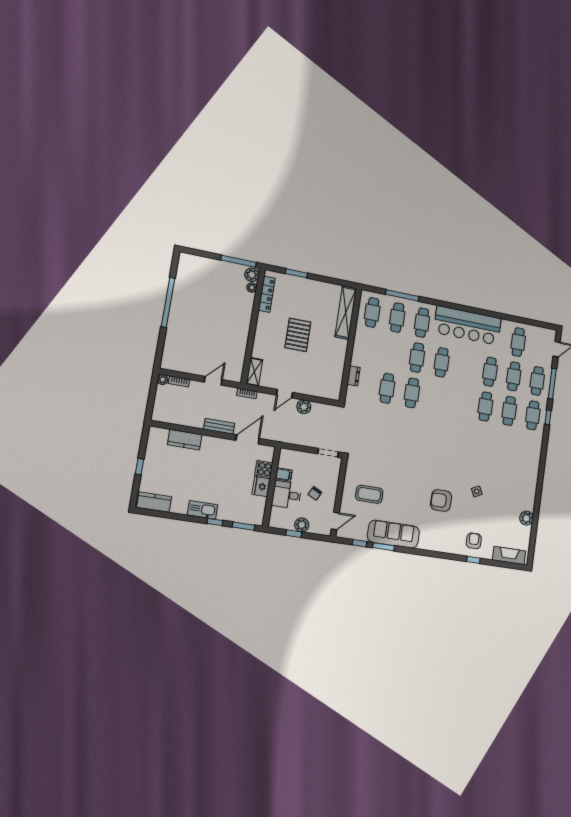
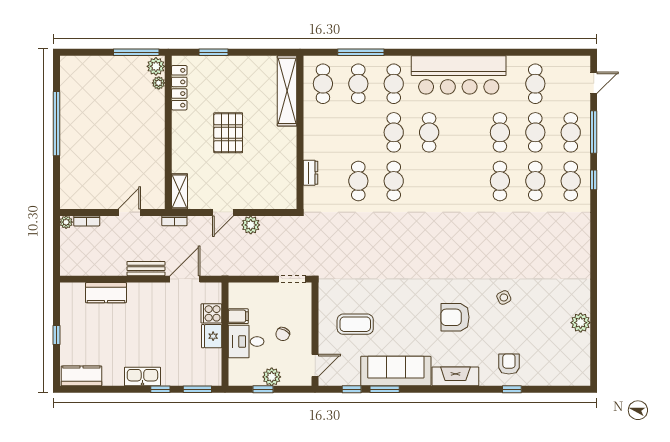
fireplace: (509, 555) -> (455, 376), moved

